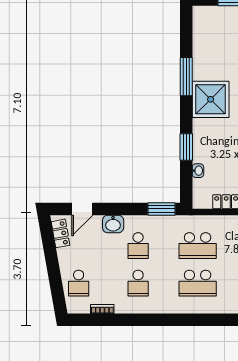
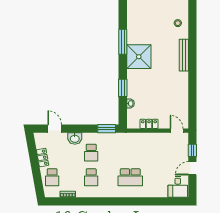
door: (82, 209) -> (55, 129), swing flipped
locker: (61, 233) -> (43, 158), moved
school desk: (198, 246) -> (130, 153), removed

